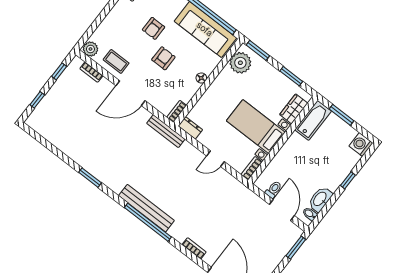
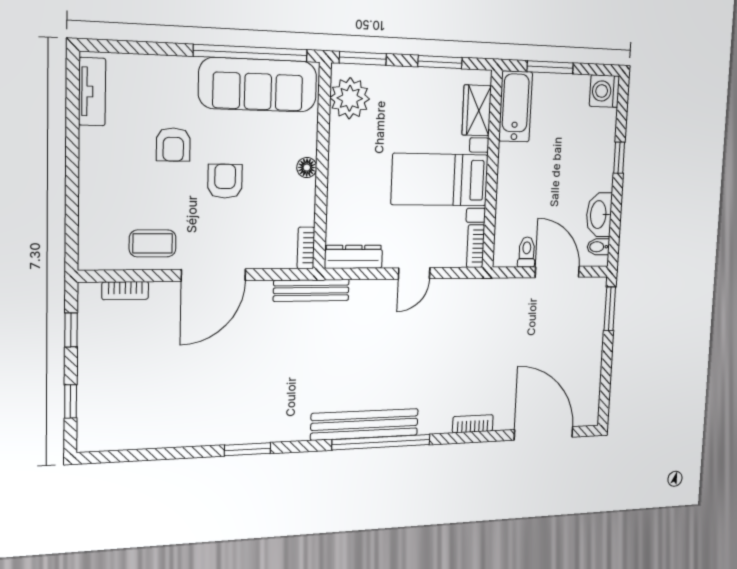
plant: (90, 49) -> (95, 255), removed
dresser: (190, 128) -> (353, 257), width x1.44

